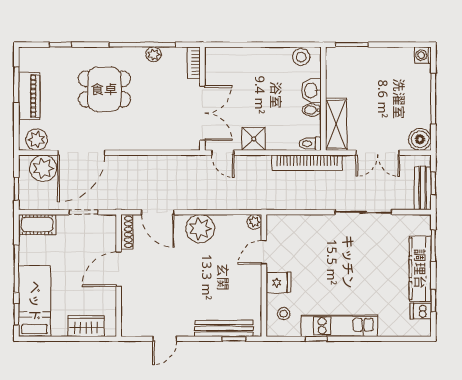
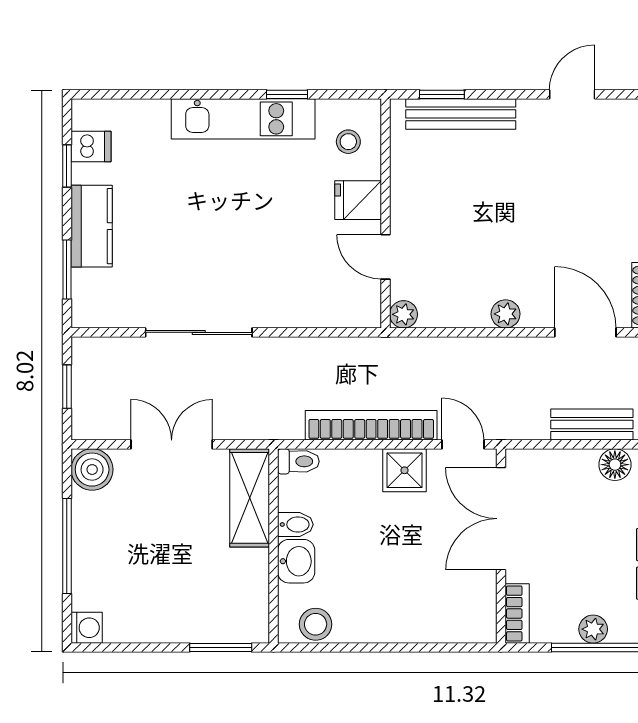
floor lamp: (142, 142) -> (615, 465), added
bookcase: (307, 163) -> (371, 425), moved
bench: (423, 188) -> (592, 425), moved, turned 90
plant: (200, 229) -> (506, 314), width x0.53, depth x0.53
door: (264, 252) -> (386, 257), swing flipped
kitchen counter: (420, 269) -> (92, 226), width x0.67

